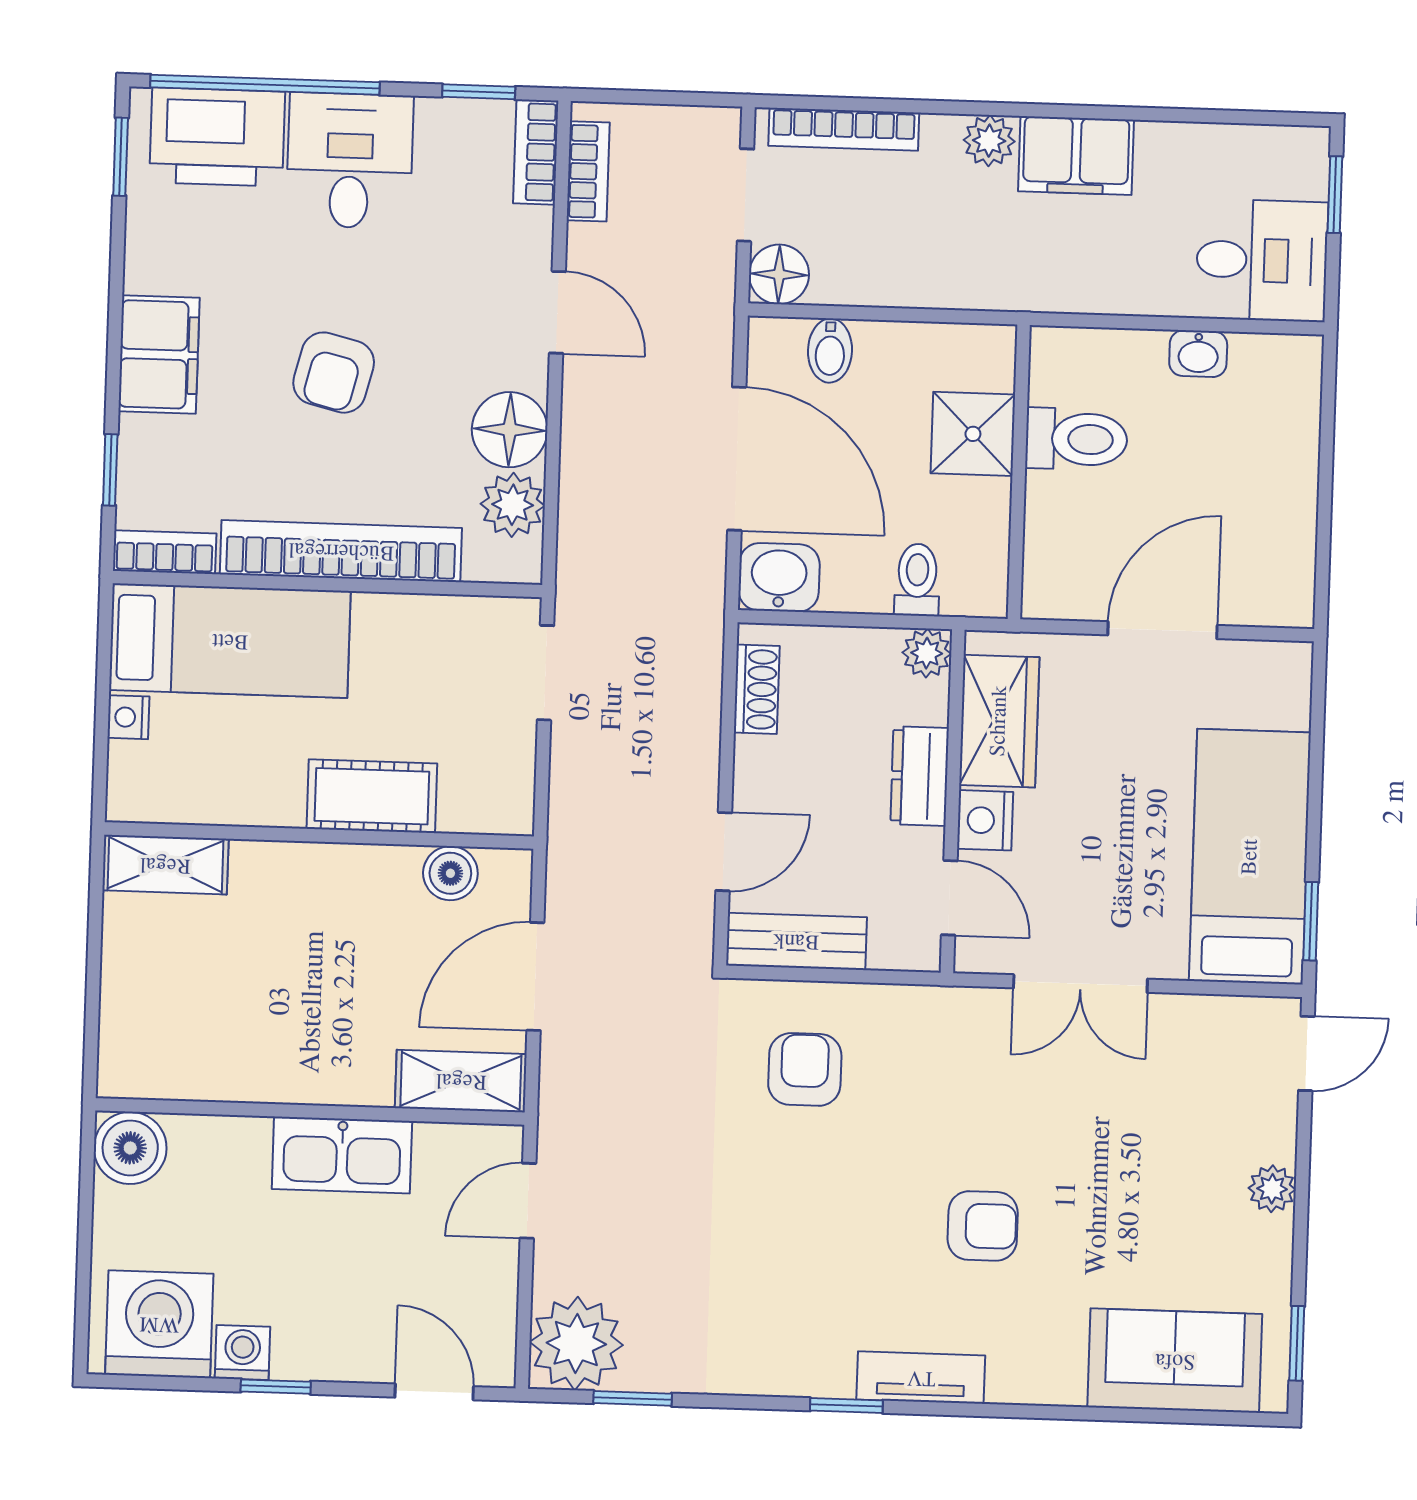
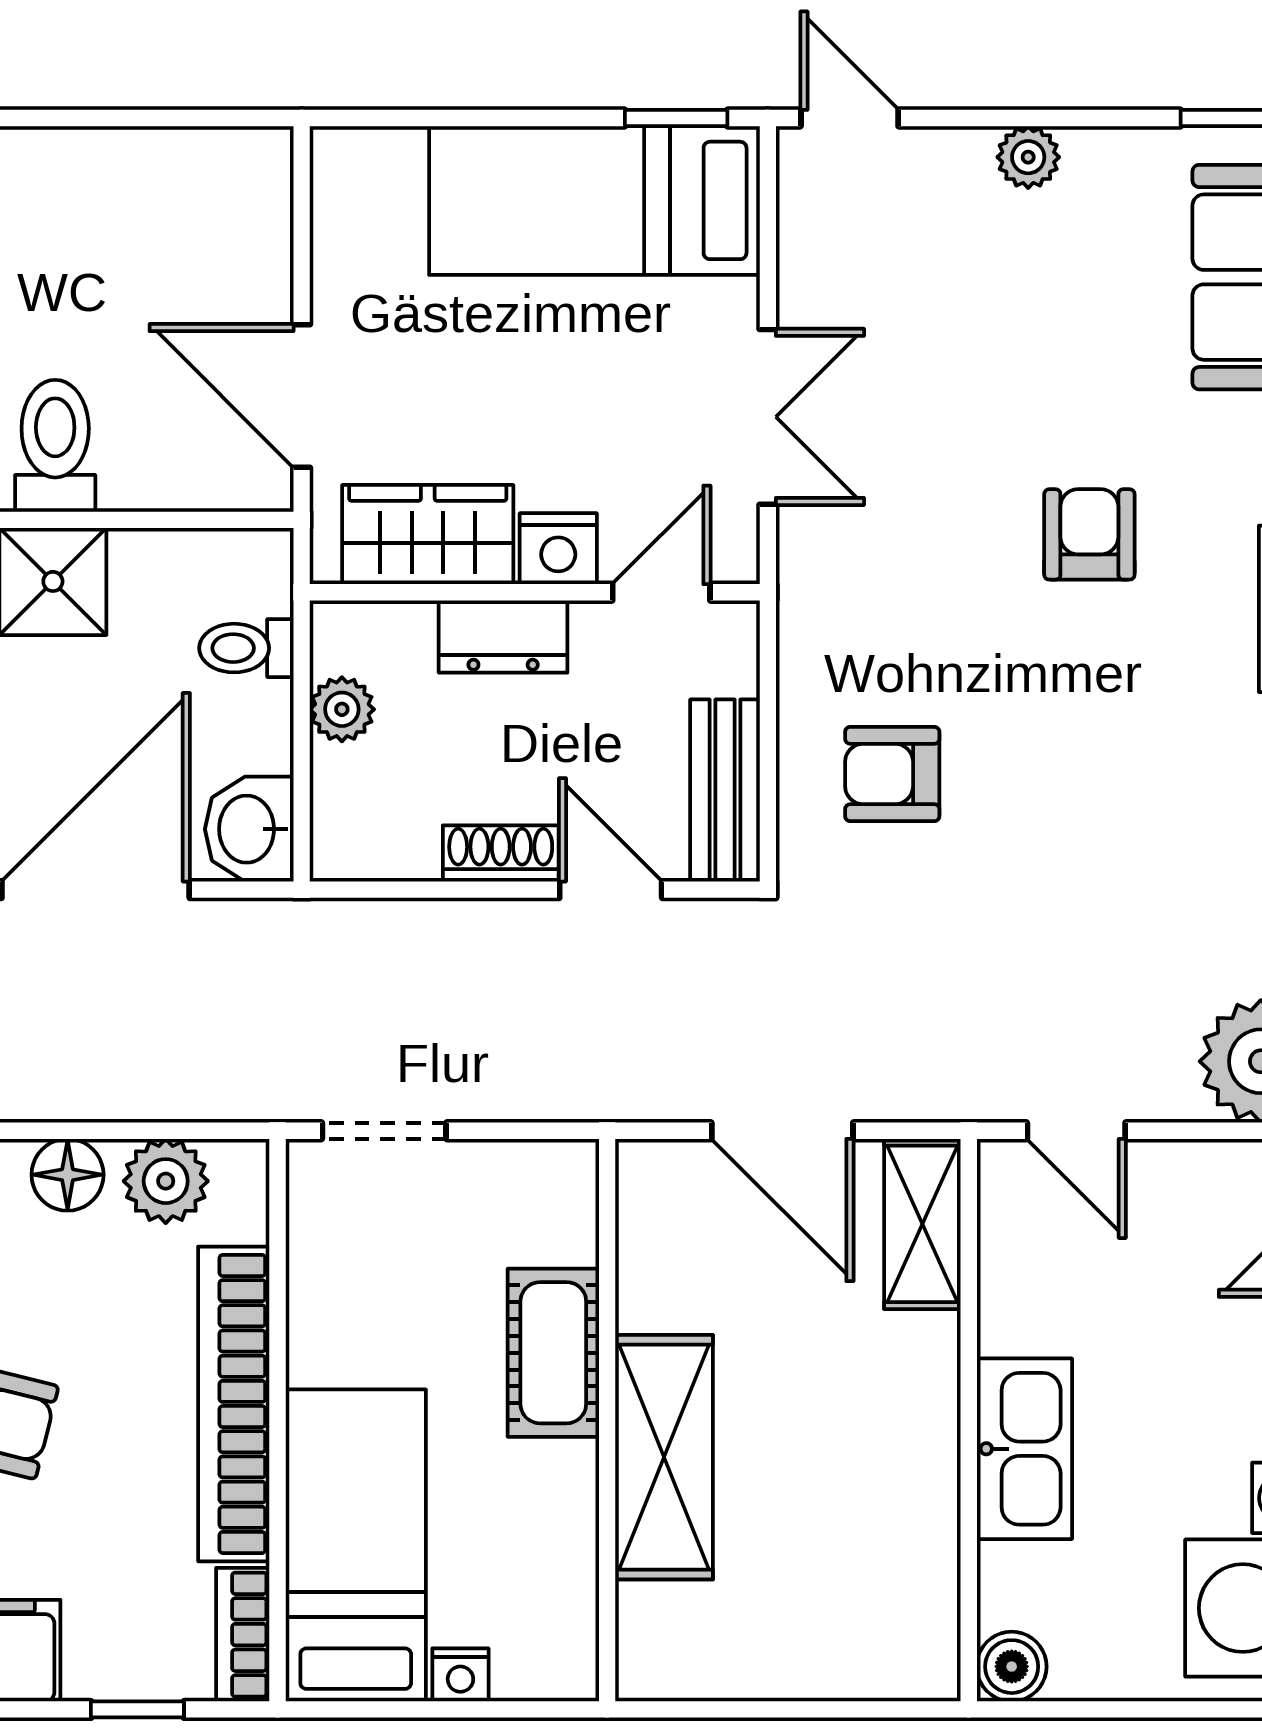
floor lamp: (510, 430) -> (68, 1175), width x0.73, depth x0.73
door: (1162, 630) -> (302, 396), moved
plant: (927, 653) -> (342, 709), moved
shoe rack: (757, 689) -> (501, 853), moved
shelving: (165, 865) -> (664, 1457), moved, width x1.50, depth x1.33
boiler: (450, 873) -> (651, 1246), removed
boiler: (130, 1148) -> (1012, 1667), width x0.73, depth x0.73
kitchen sink: (342, 1155) -> (1024, 1449), moved

